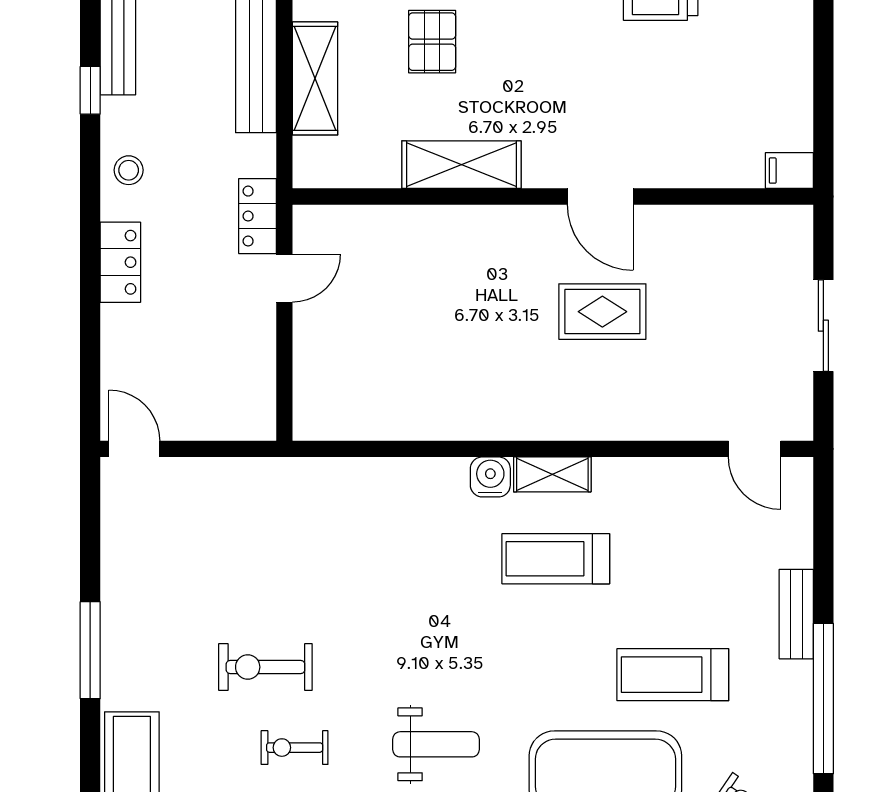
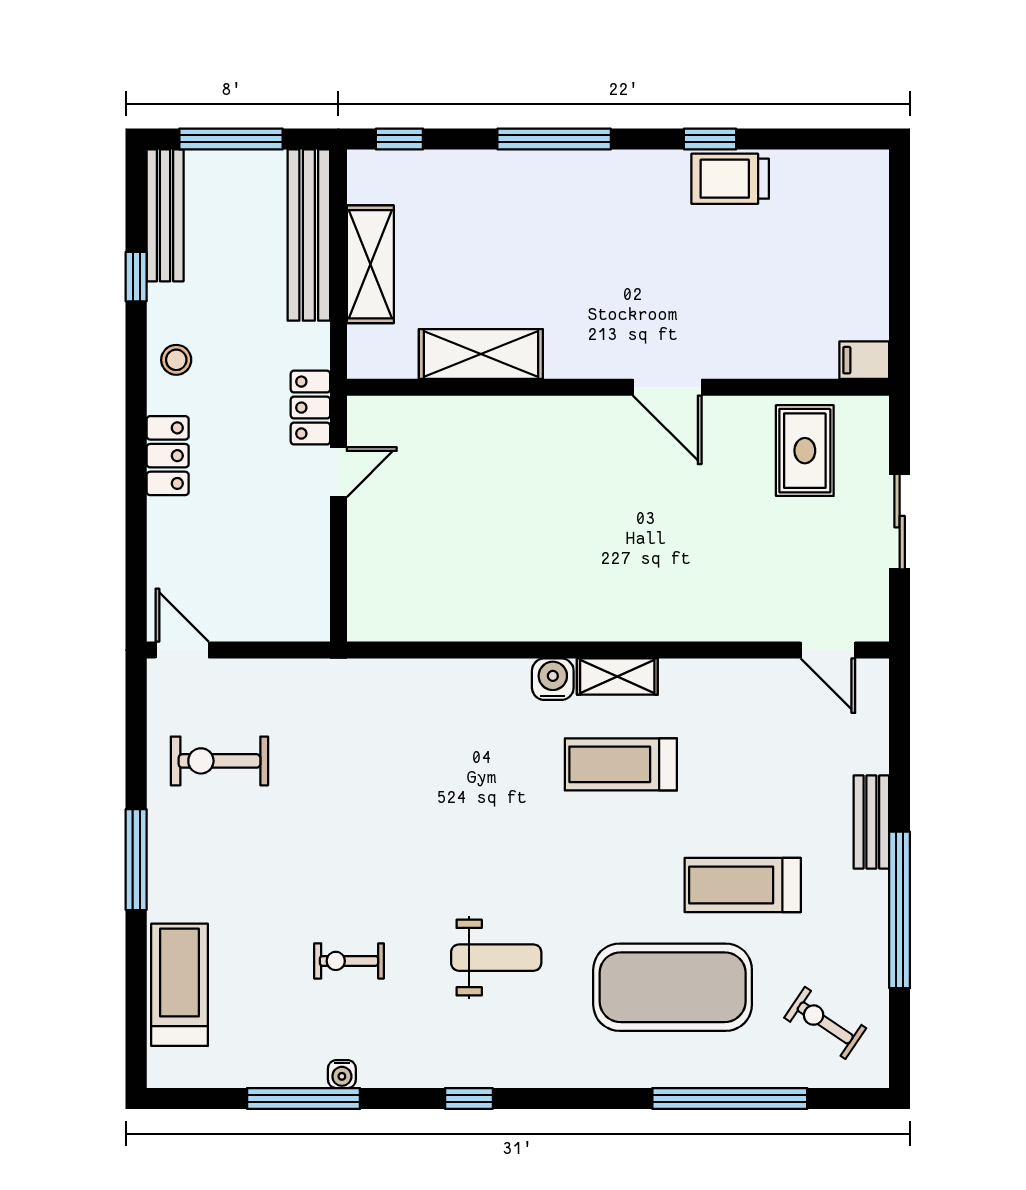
pallet: (432, 42) -> (492, 226), removed
shelving: (461, 165) -> (481, 354), moved
rug: (602, 312) -> (805, 451), moved, turned 90
exercise bike: (265, 667) -> (219, 761), moved

